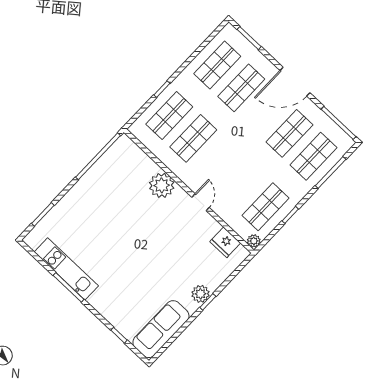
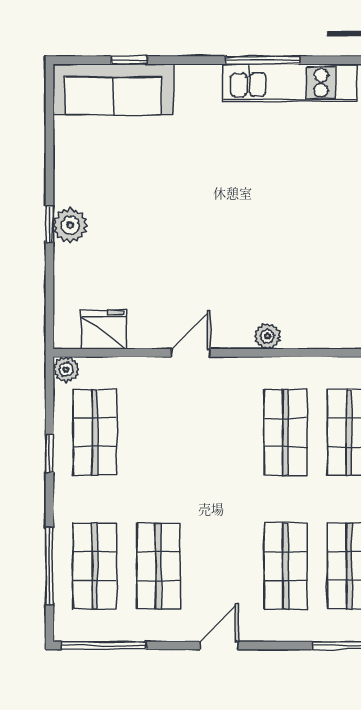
door: (295, 82) -> (219, 645), width x0.53
plant: (162, 185) -> (267, 336), width x0.53, depth x0.53
door: (201, 202) -> (191, 353), swing flipped
sofa: (161, 329) -> (113, 89), moved, turned 90

